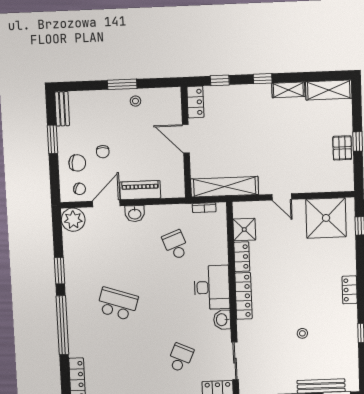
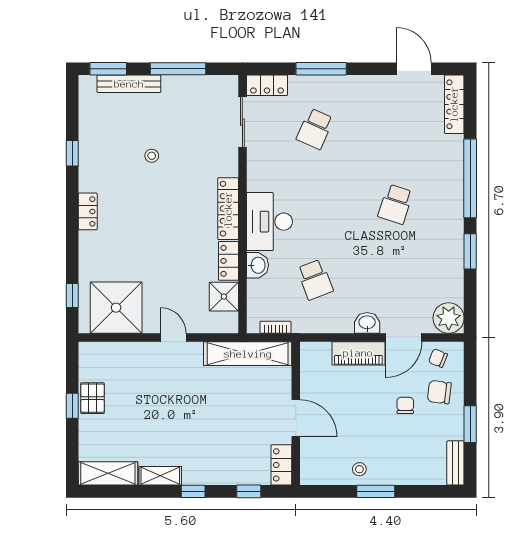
school desk: (117, 304) -> (395, 204), width x0.54
washbasin: (222, 320) -> (257, 265), moved

